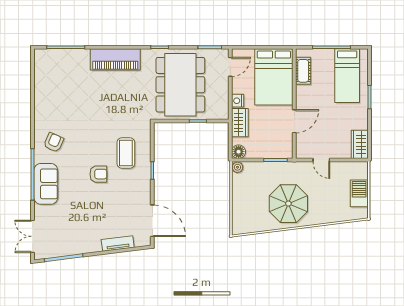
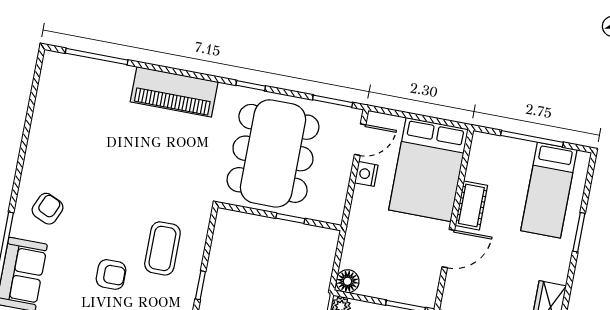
cot: (303, 71) -> (471, 205), moved
nightstand: (238, 101) -> (366, 174), moved
wardrobe: (240, 123) -> (359, 234), removed

